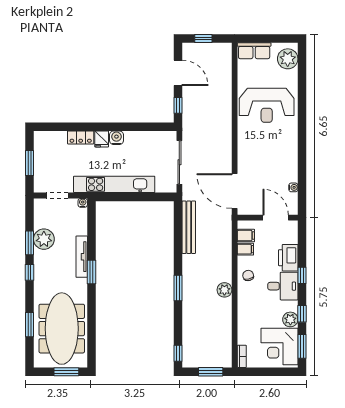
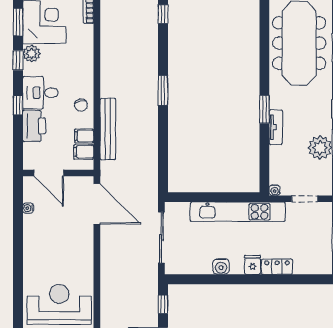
water cooler: (116, 138) -> (221, 266), moved
bench: (189, 227) -> (108, 129), moved
tv unit: (82, 257) -> (276, 127), width x0.71
plant: (224, 290) -> (109, 88), removed

